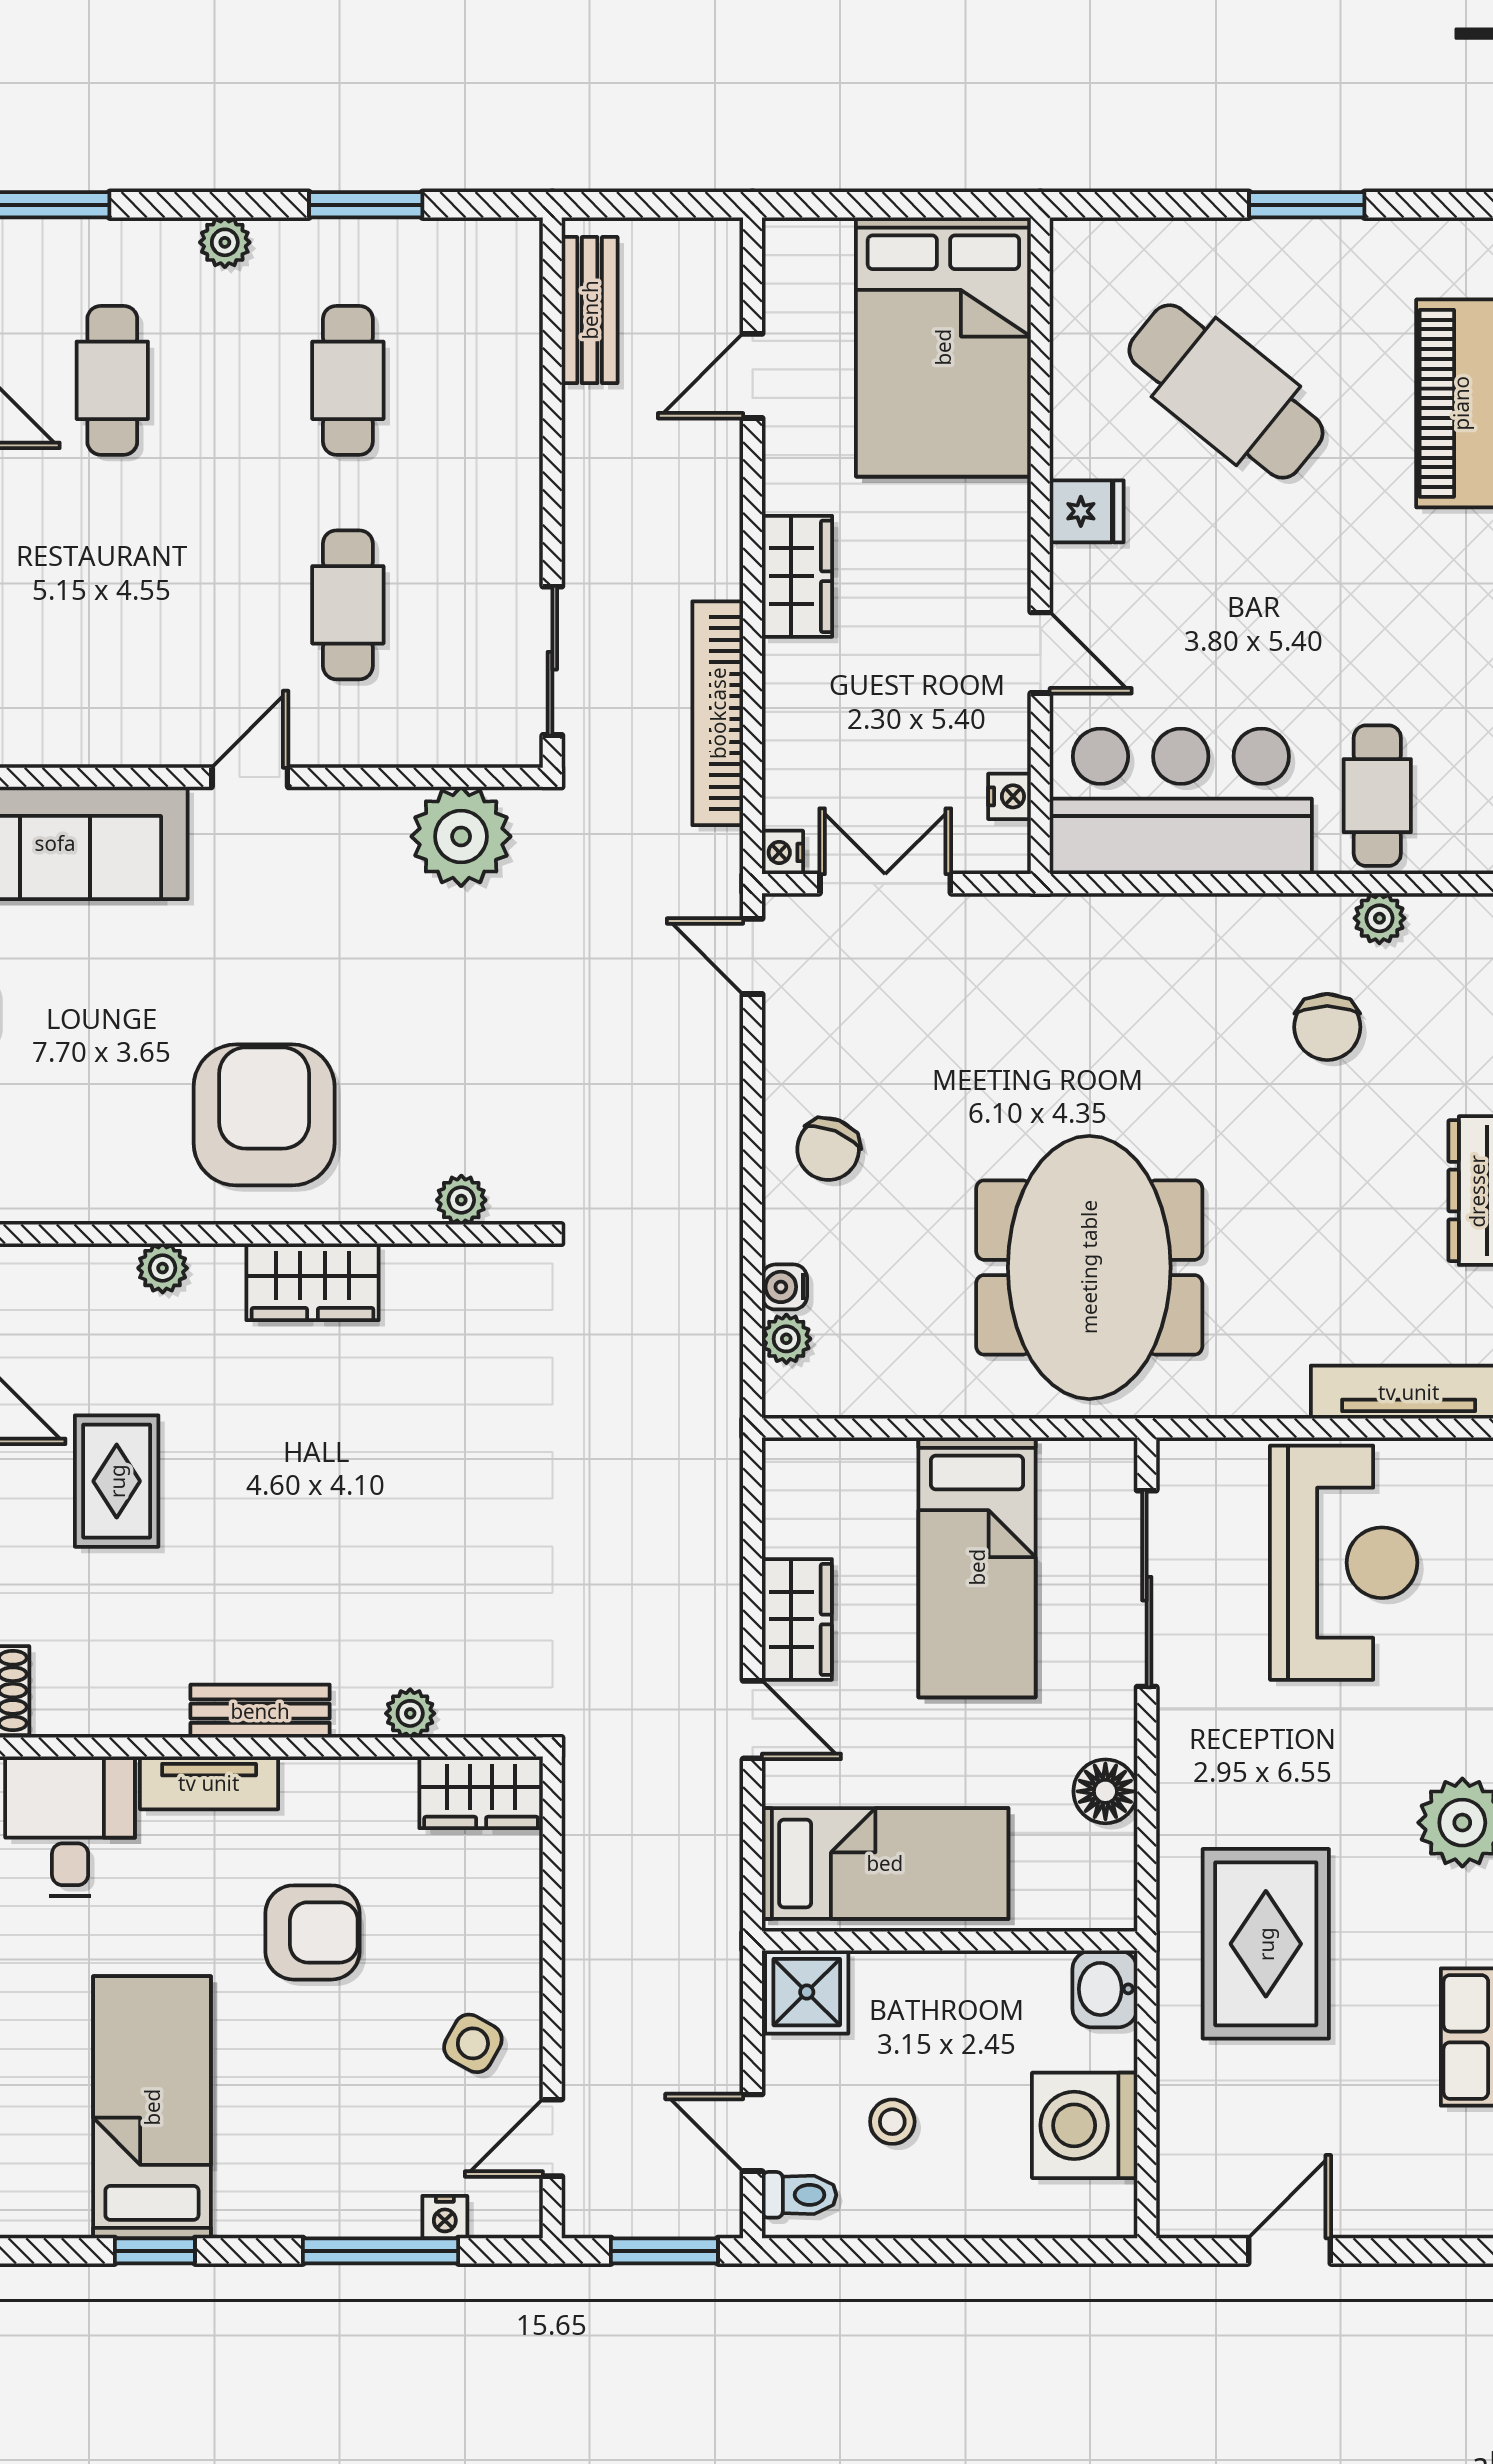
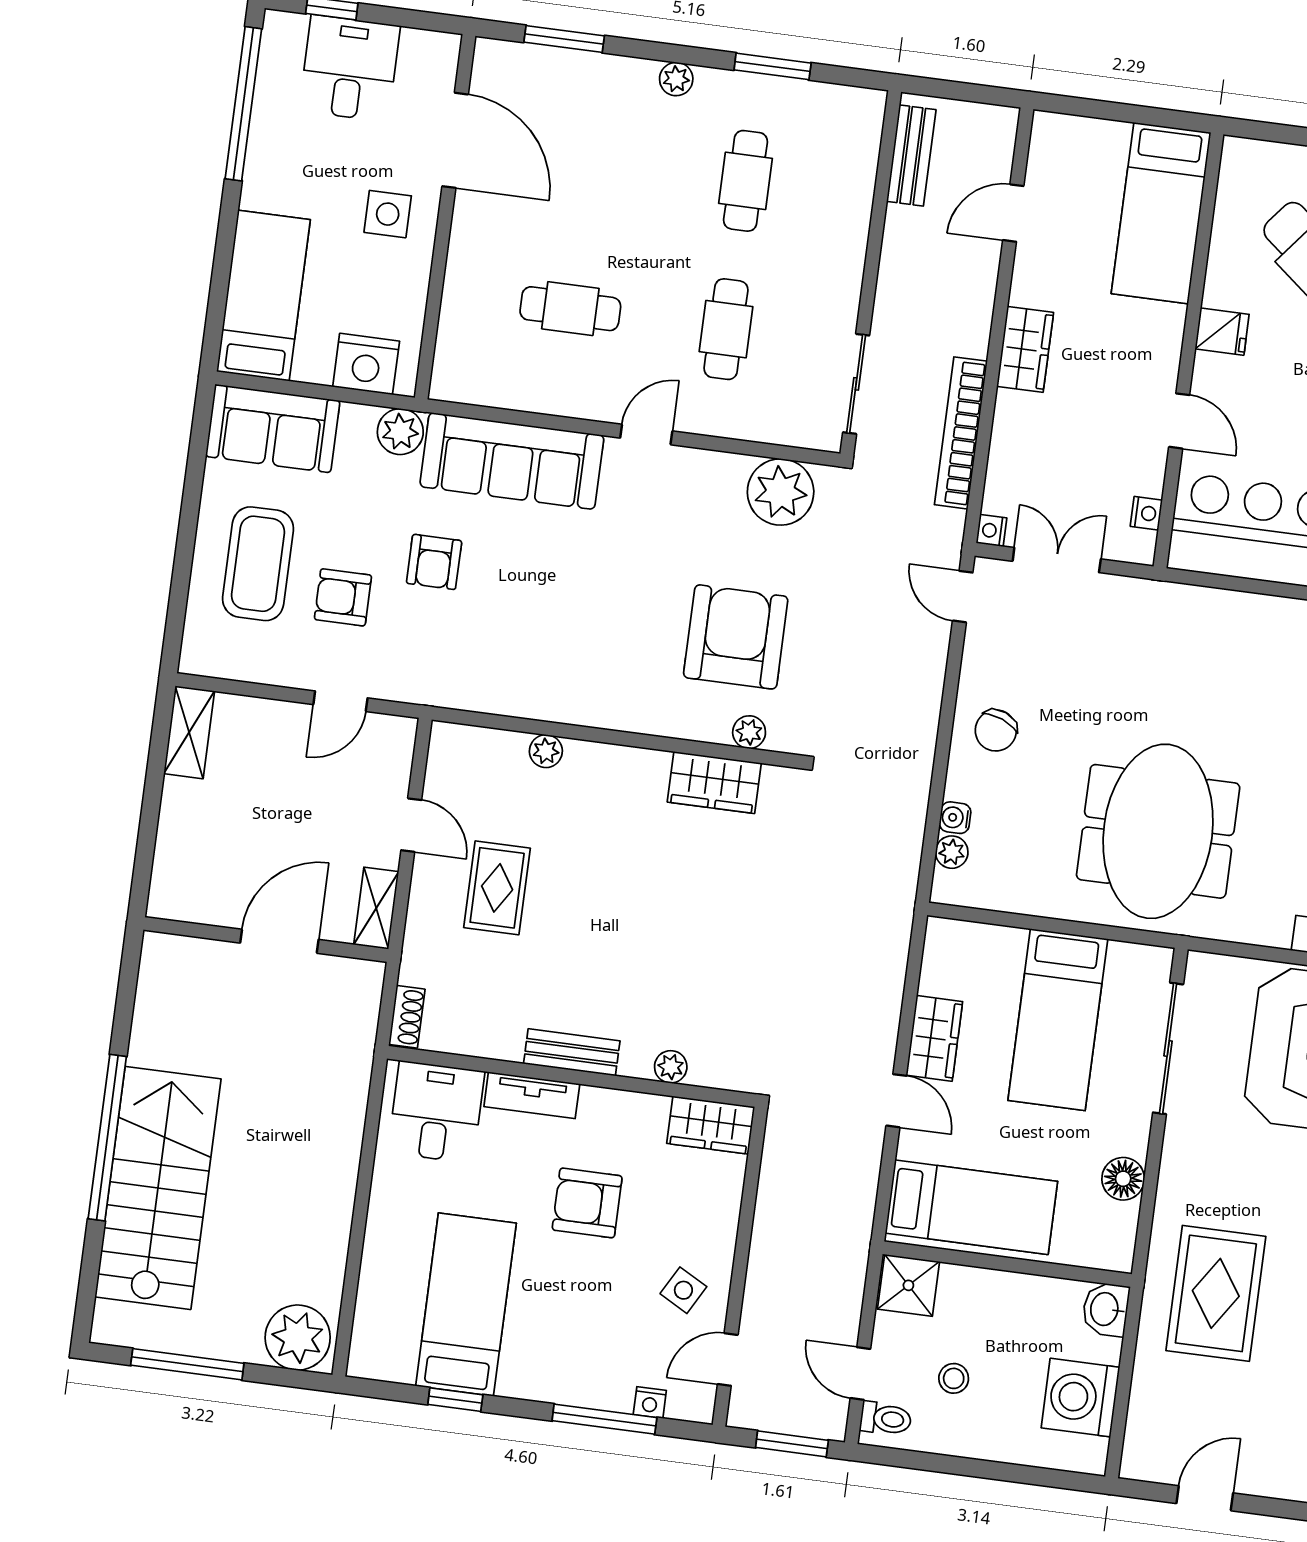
bed: (943, 347) -> (1161, 213), width x0.67
cafe table: (112, 380) -> (570, 309), moved, turned 90
armchair: (264, 1115) -> (736, 637), moved
wardrobe: (312, 1282) -> (714, 783), moved
armchair: (313, 1932) -> (587, 1203), turned 180

